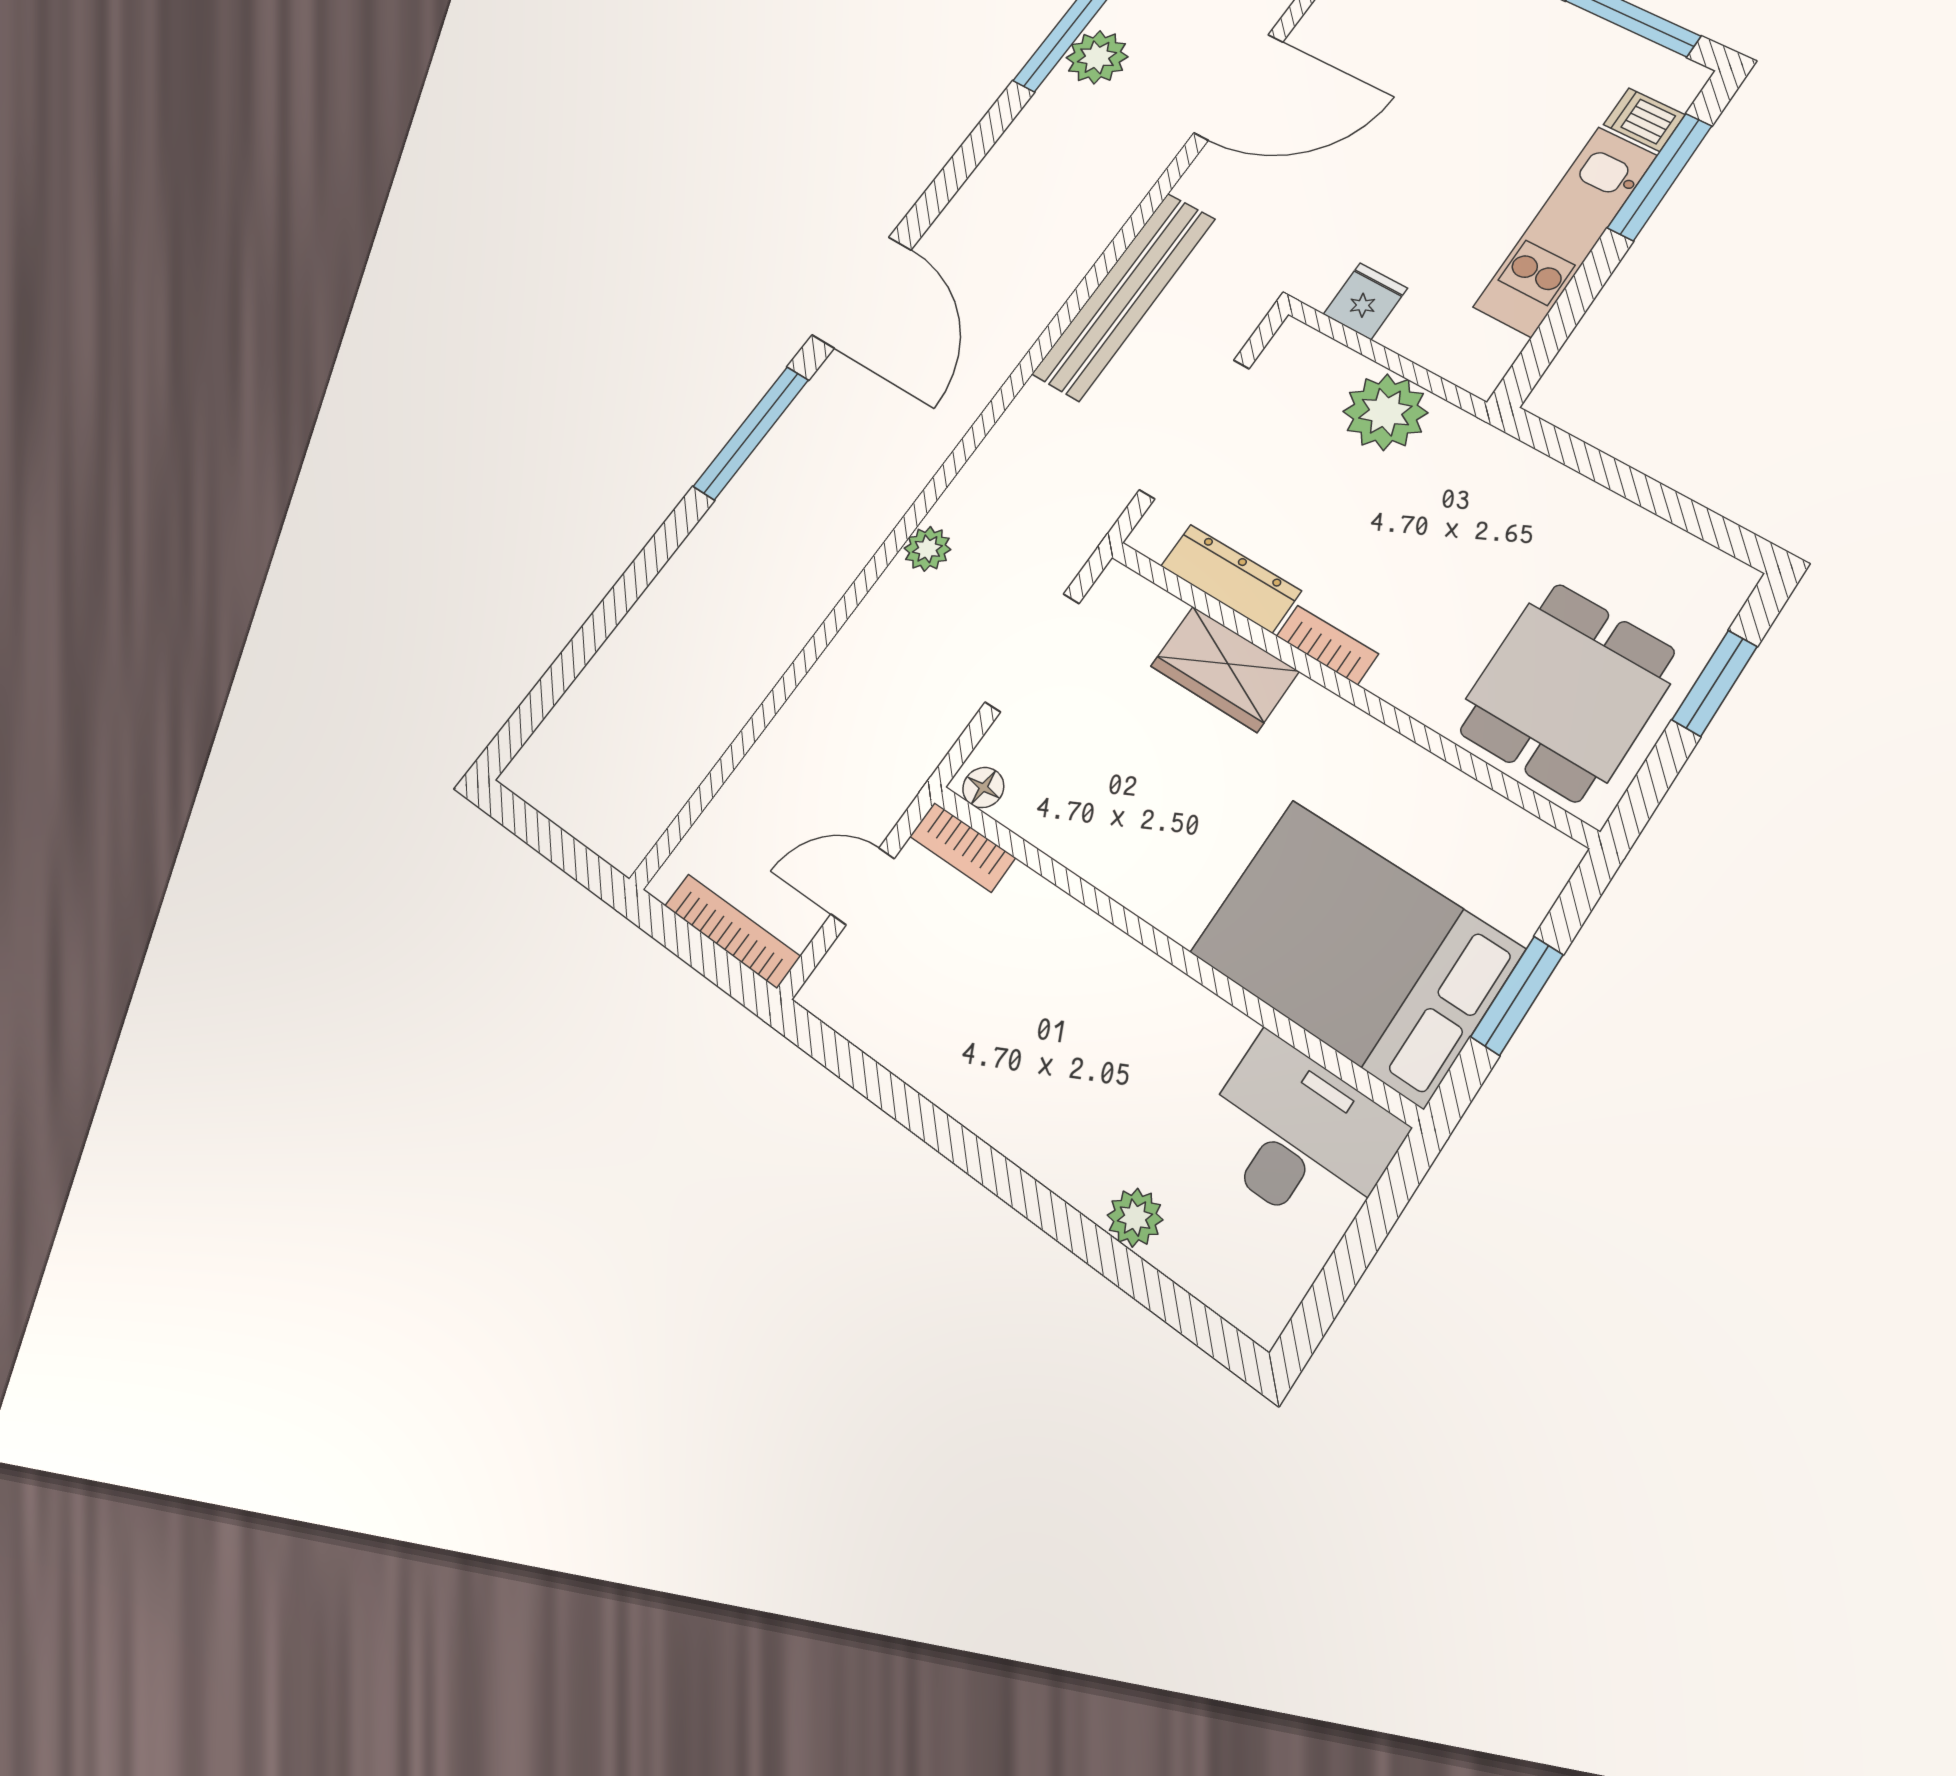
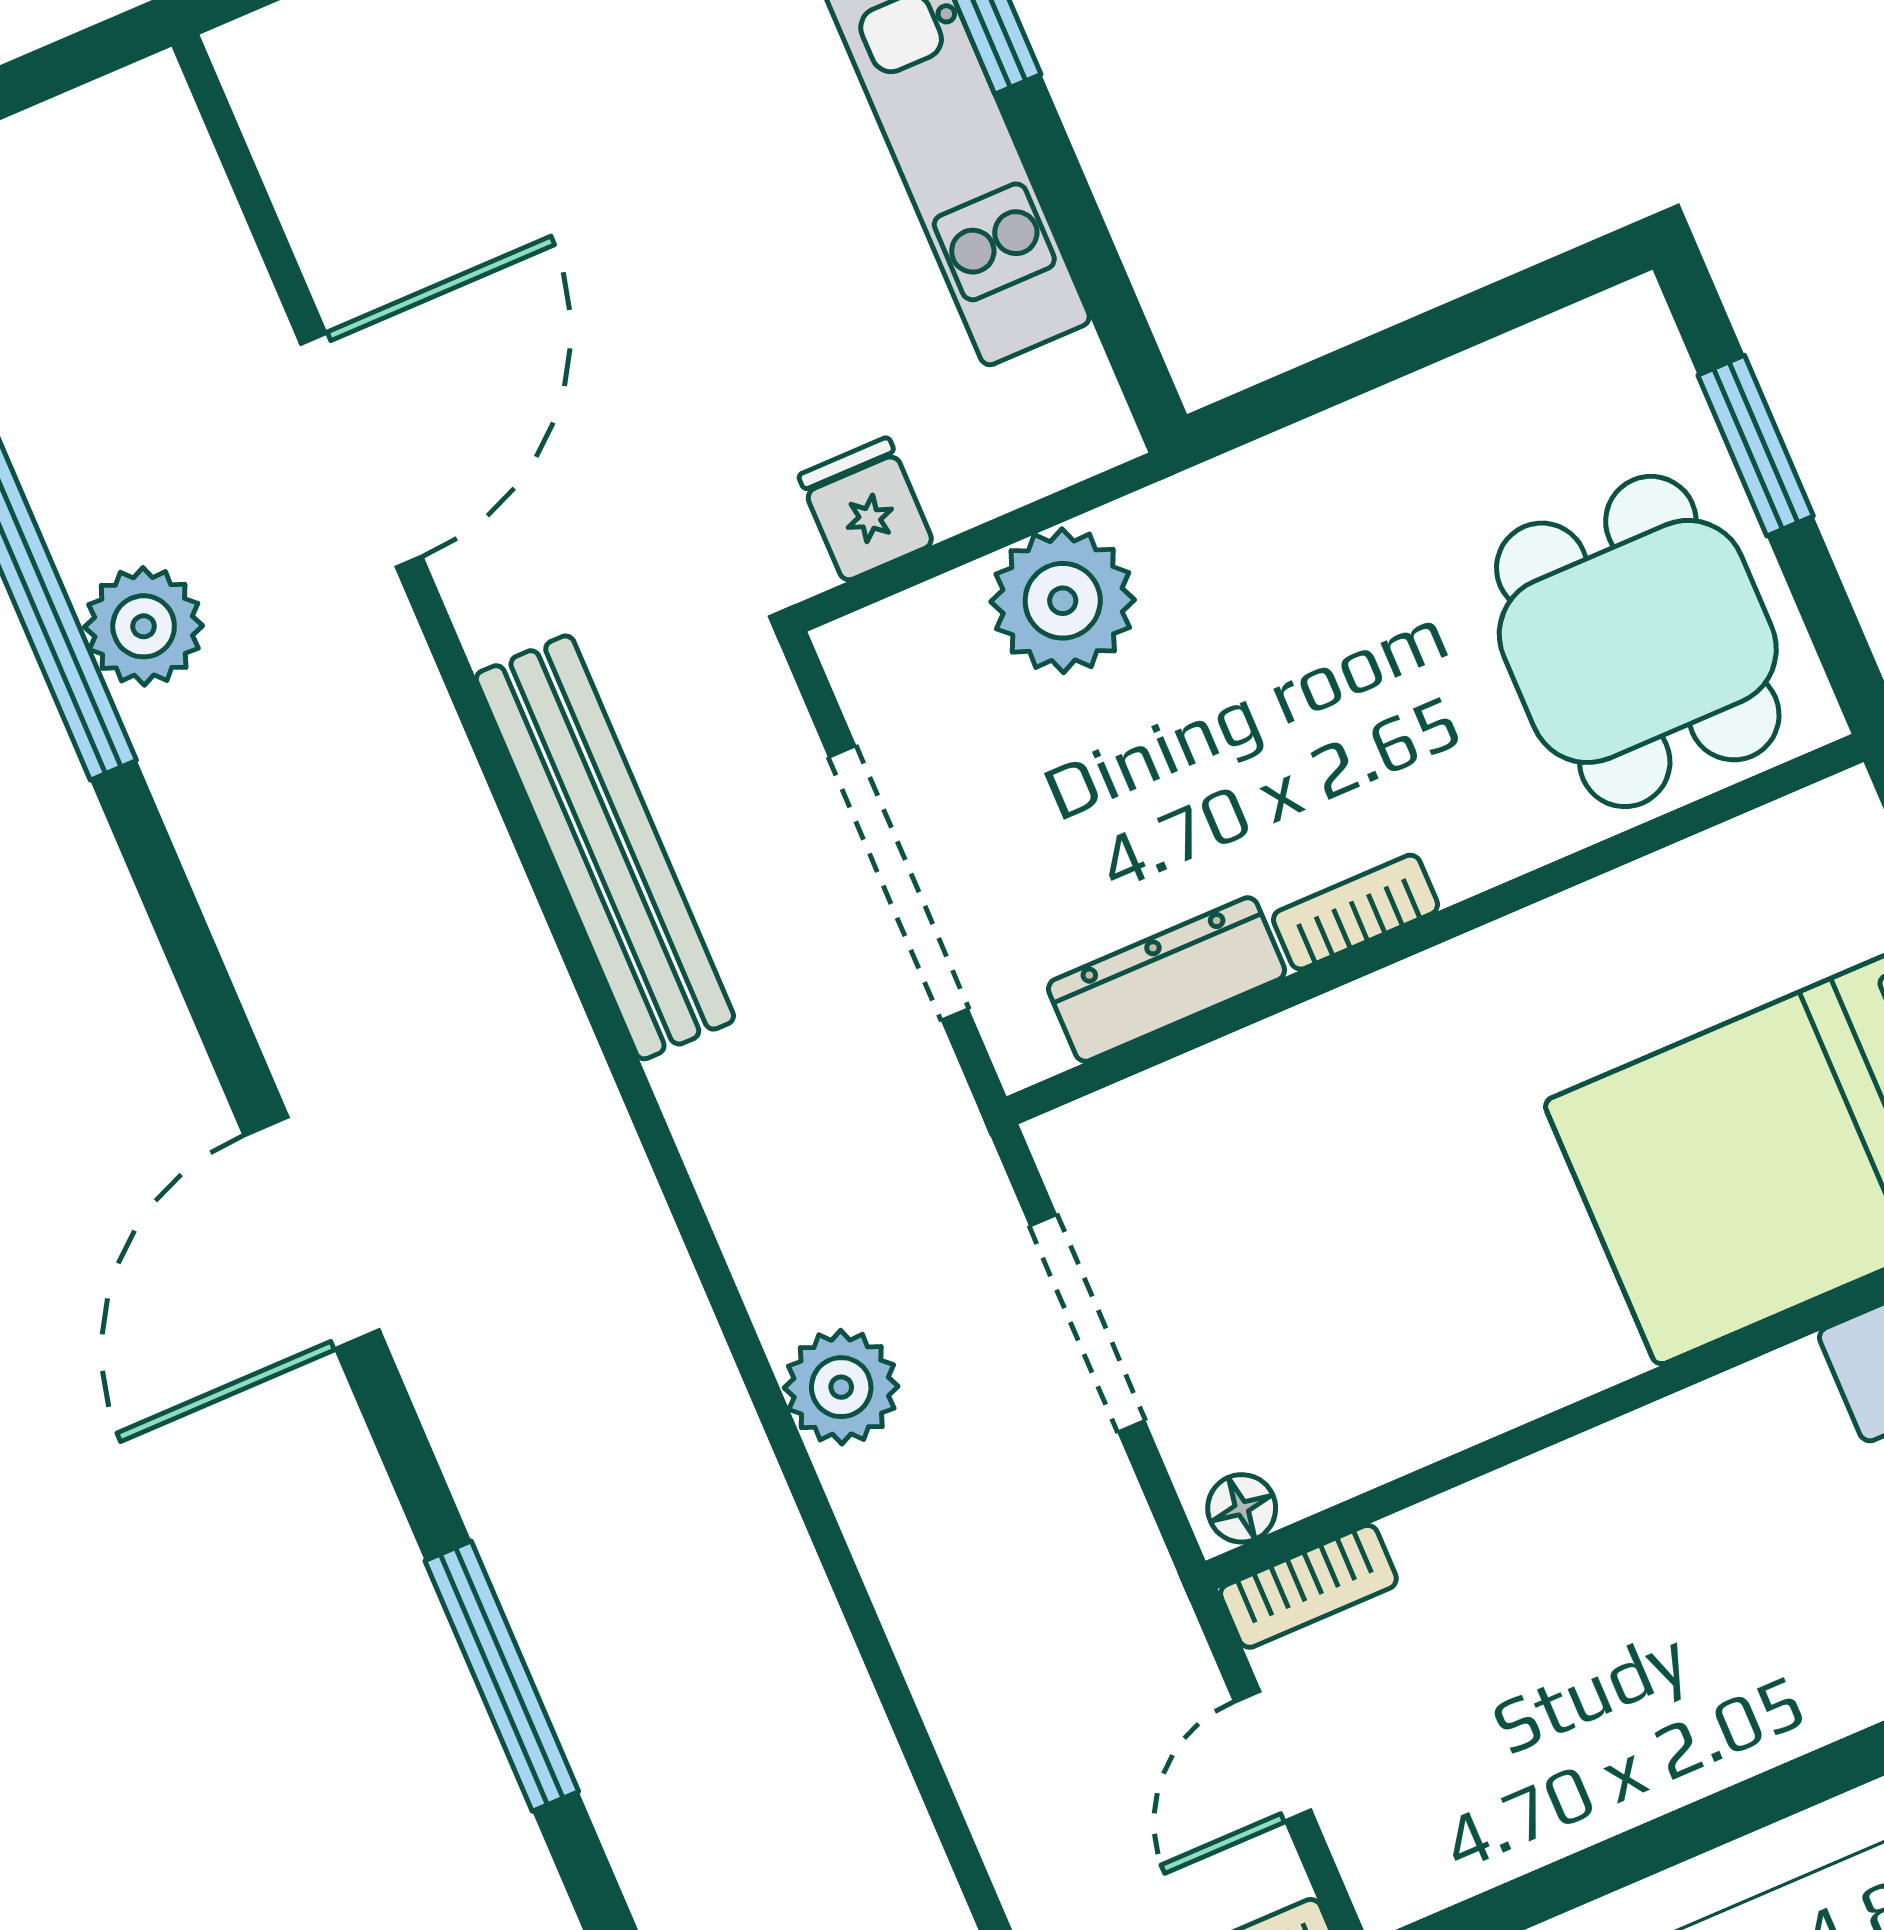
door: (862, 292) -> (312, 1233), swing flipped
window: (751, 433) -> (502, 1676), moved
plant: (927, 549) -> (841, 1387), width x1.38, depth x1.38
wardrobe: (1225, 669) -> (1294, 1073), removed

